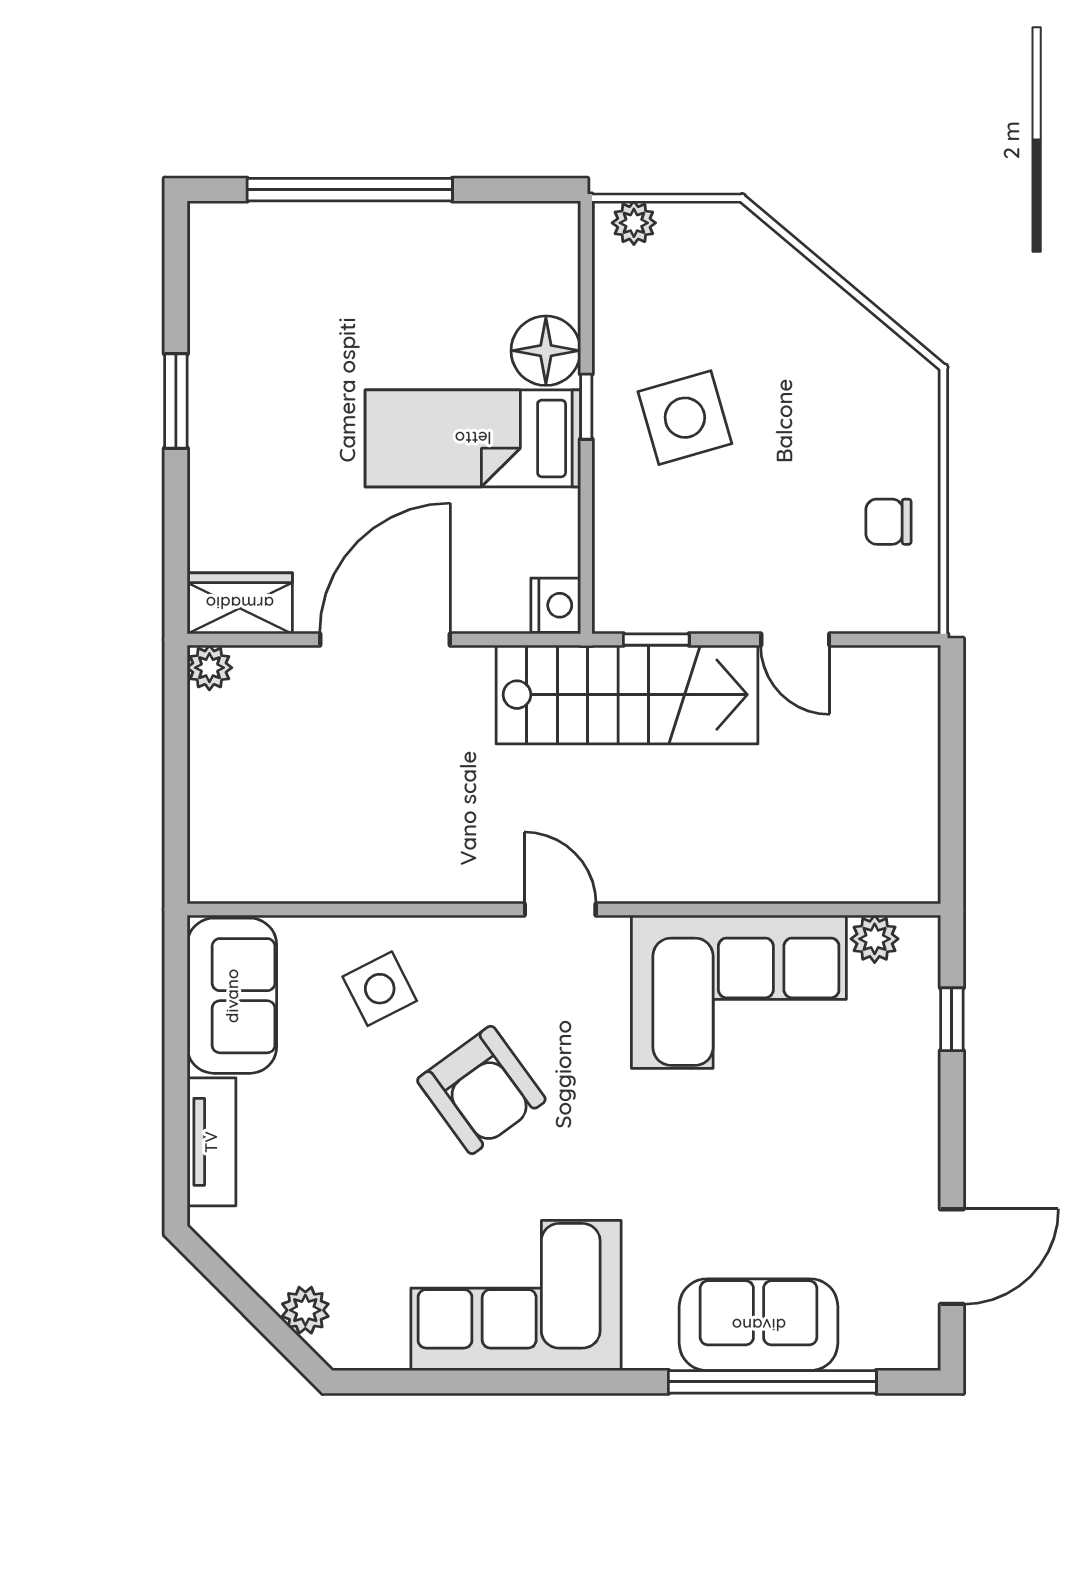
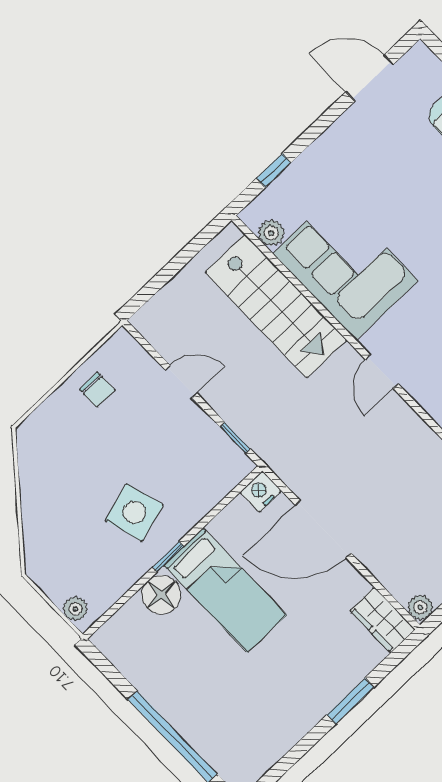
window: (176, 401) -> (350, 701), moved
door: (385, 640) -> (323, 529), moved
door: (795, 640) -> (181, 381), hinge flipped
stairs: (627, 695) -> (276, 306), moved, turned 180

